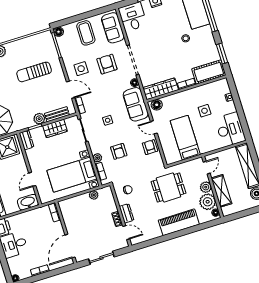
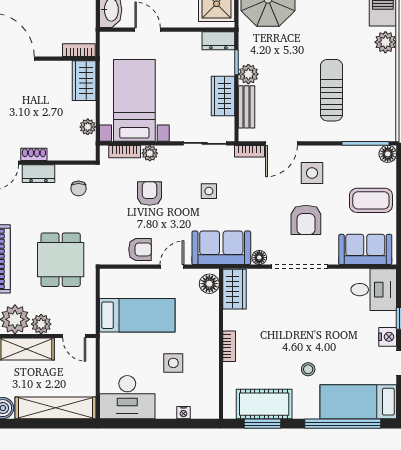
armchair: (107, 64) -> (306, 220), turned 90
cot: (209, 72) -> (264, 404), moved, turned 90
wardrobe: (161, 89) -> (235, 289), width x0.67
armchair: (119, 151) -> (149, 193), turned 90
wardrobe: (70, 205) -> (84, 81), added

